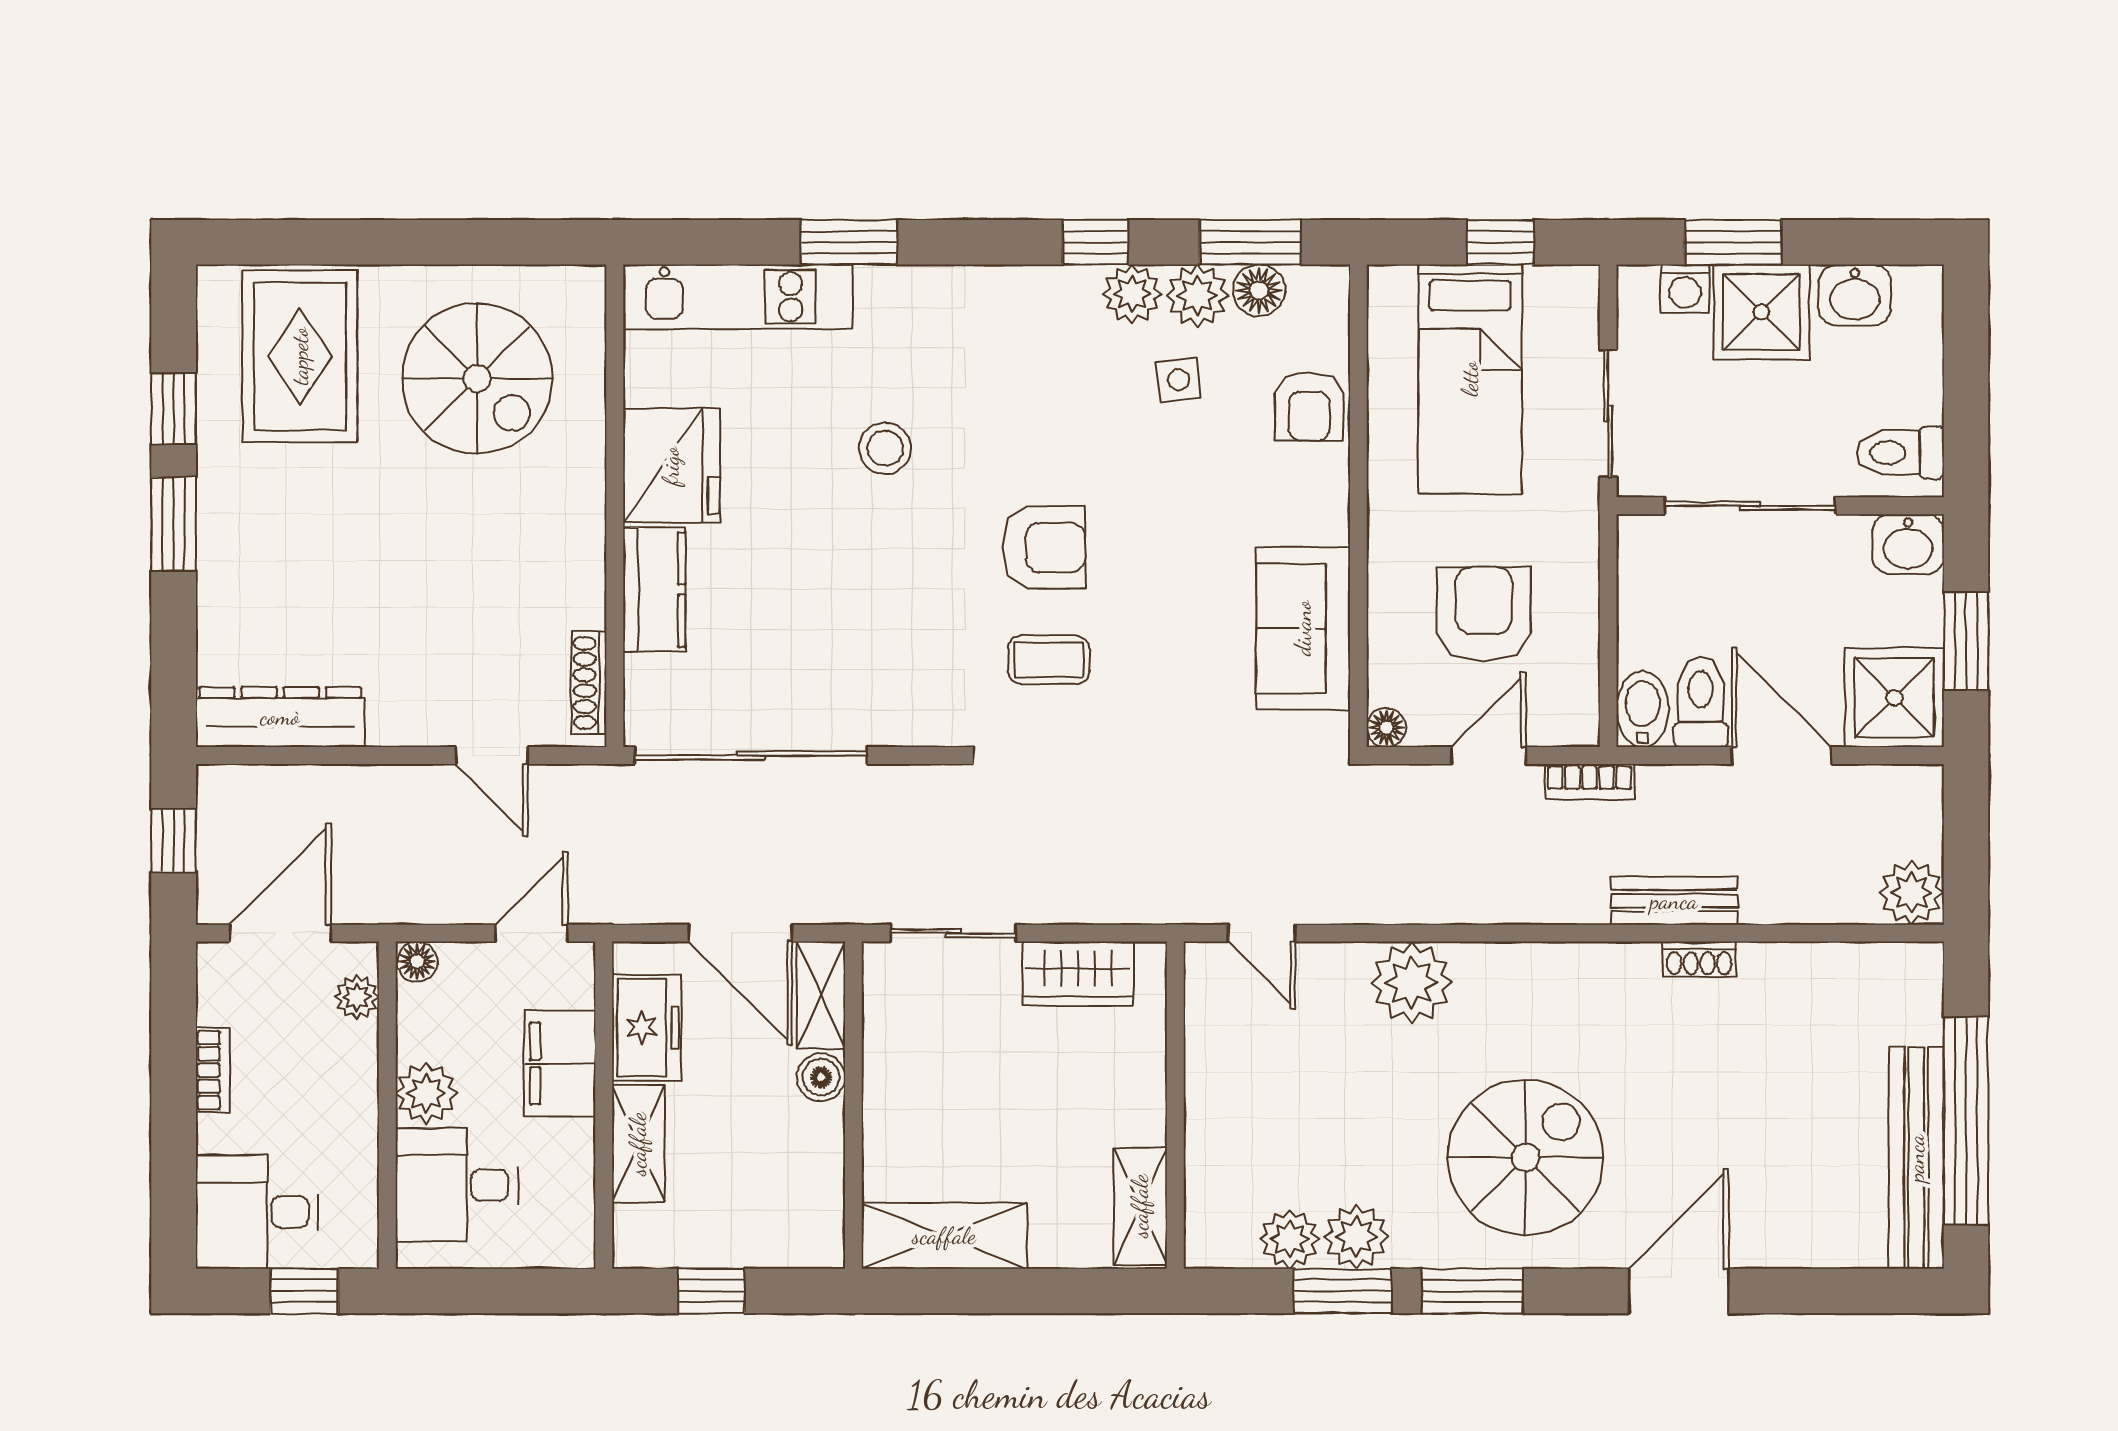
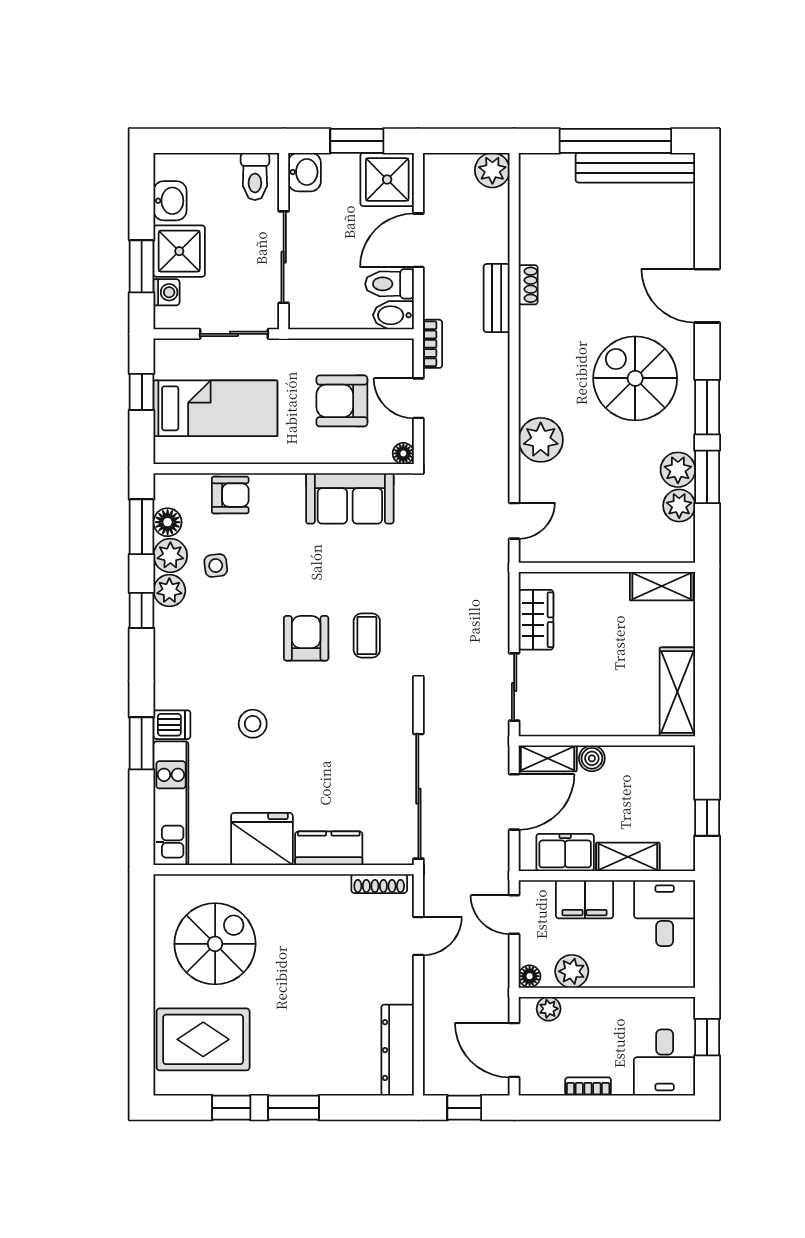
dishwasher: (883, 299) -> (172, 725), added
plant: (426, 1093) -> (572, 971), moved
desk: (457, 1185) -> (665, 913), moved, turned 180

